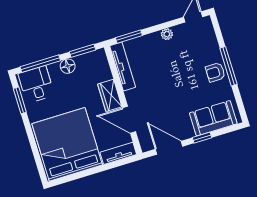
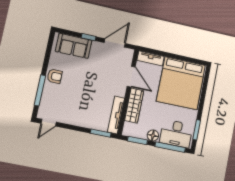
plant: (167, 34) -> (74, 121), removed
window: (228, 66) -> (40, 90), moved
desk: (36, 84) -> (176, 134), width x1.37
wardrobe: (110, 95) -> (134, 106), width x1.50
door: (169, 148) -> (115, 43), swing flipped

